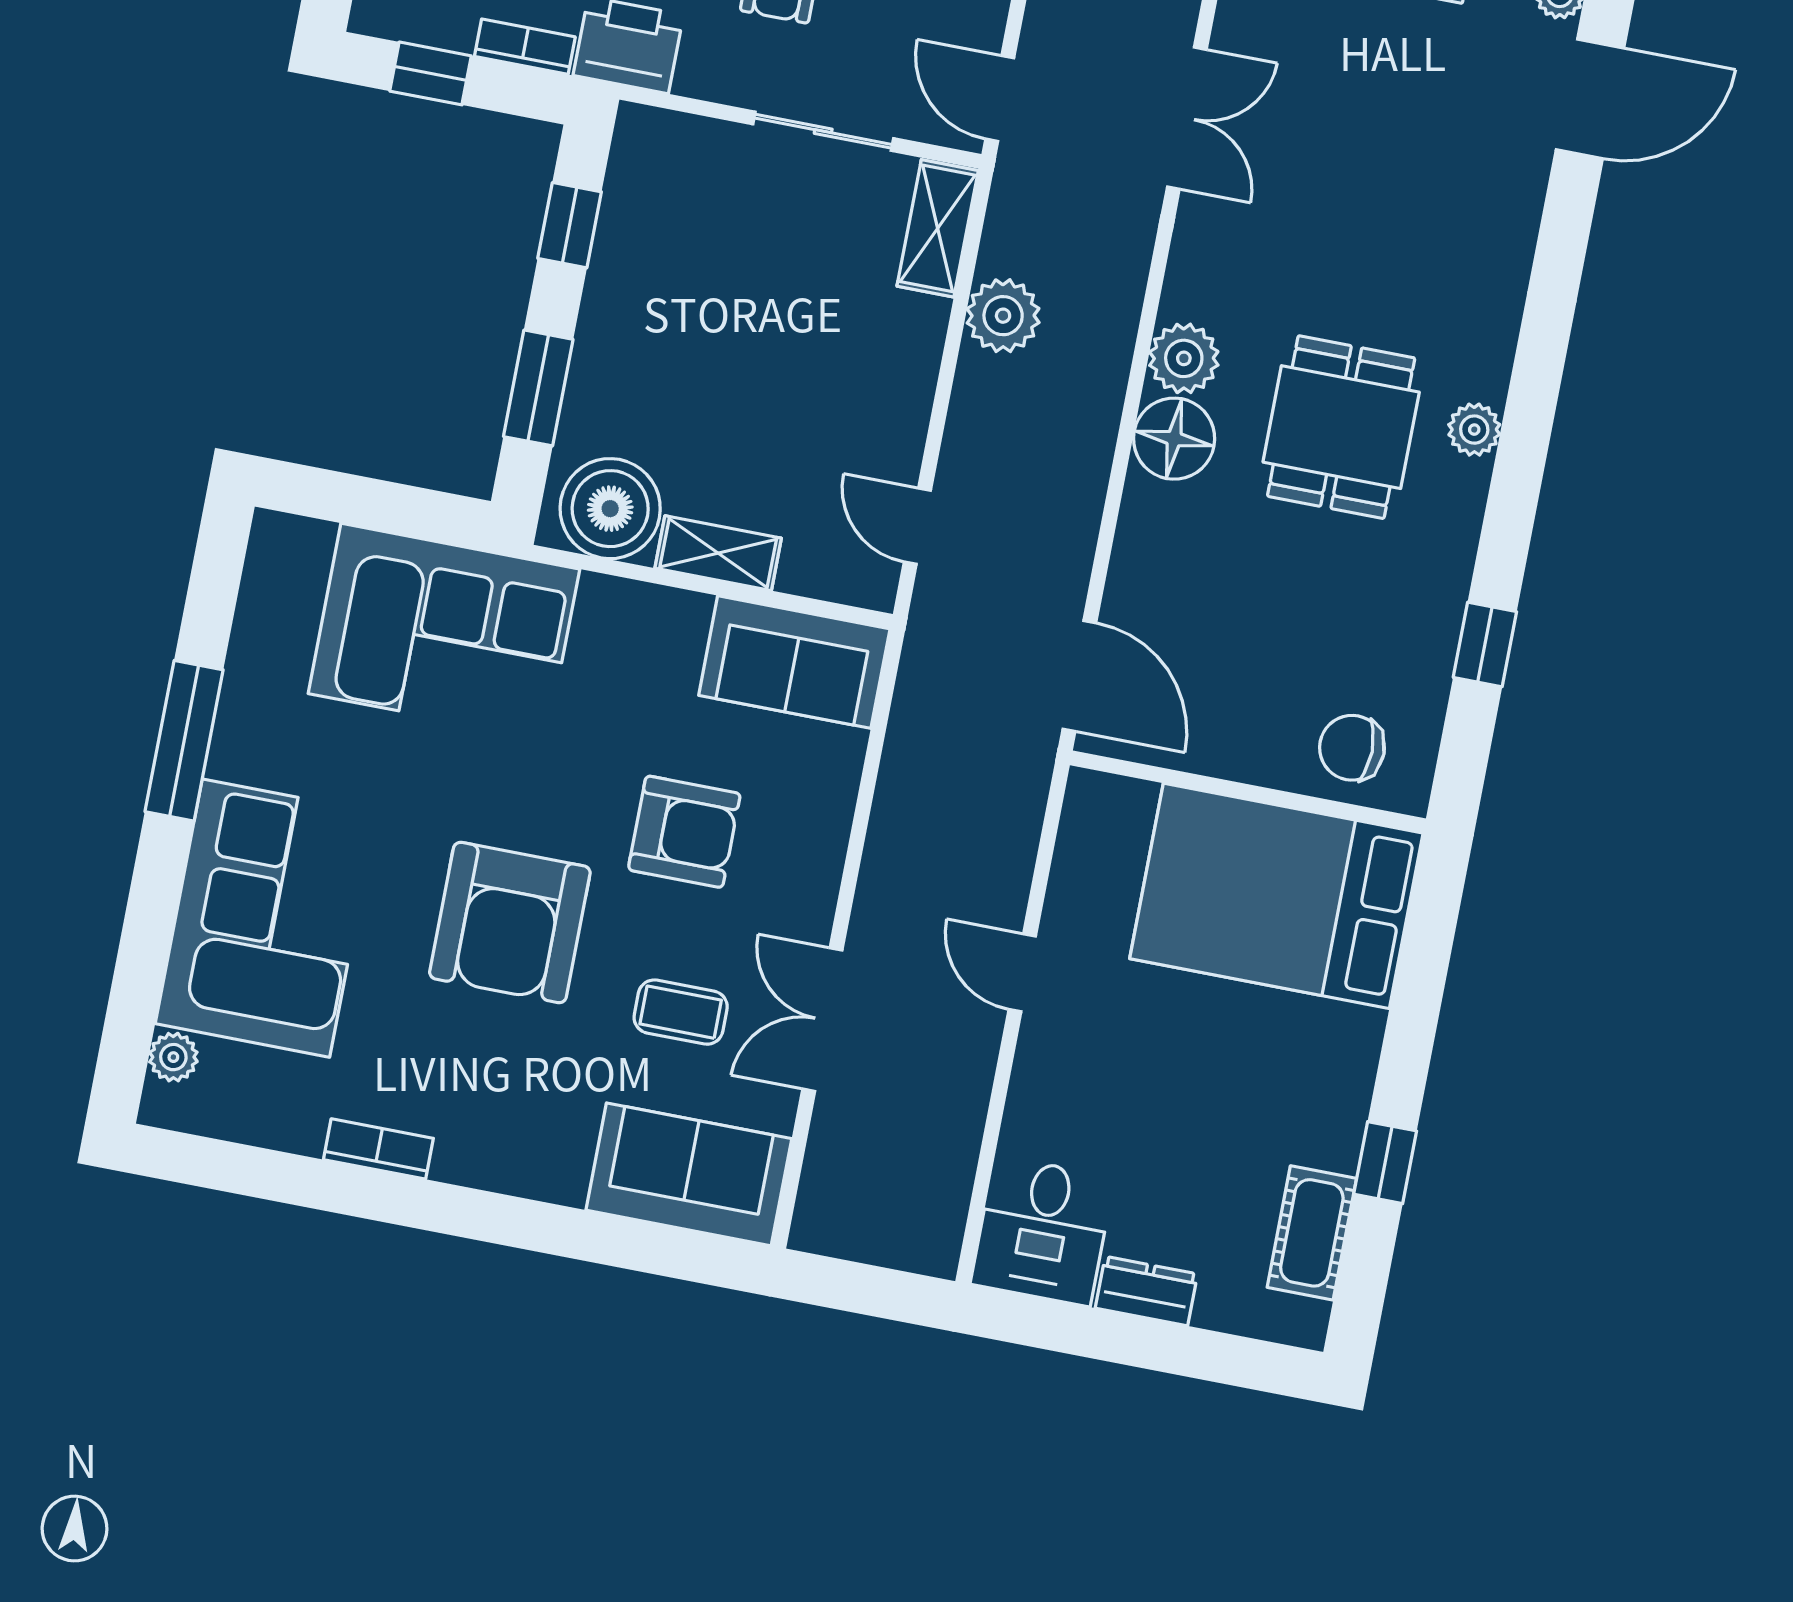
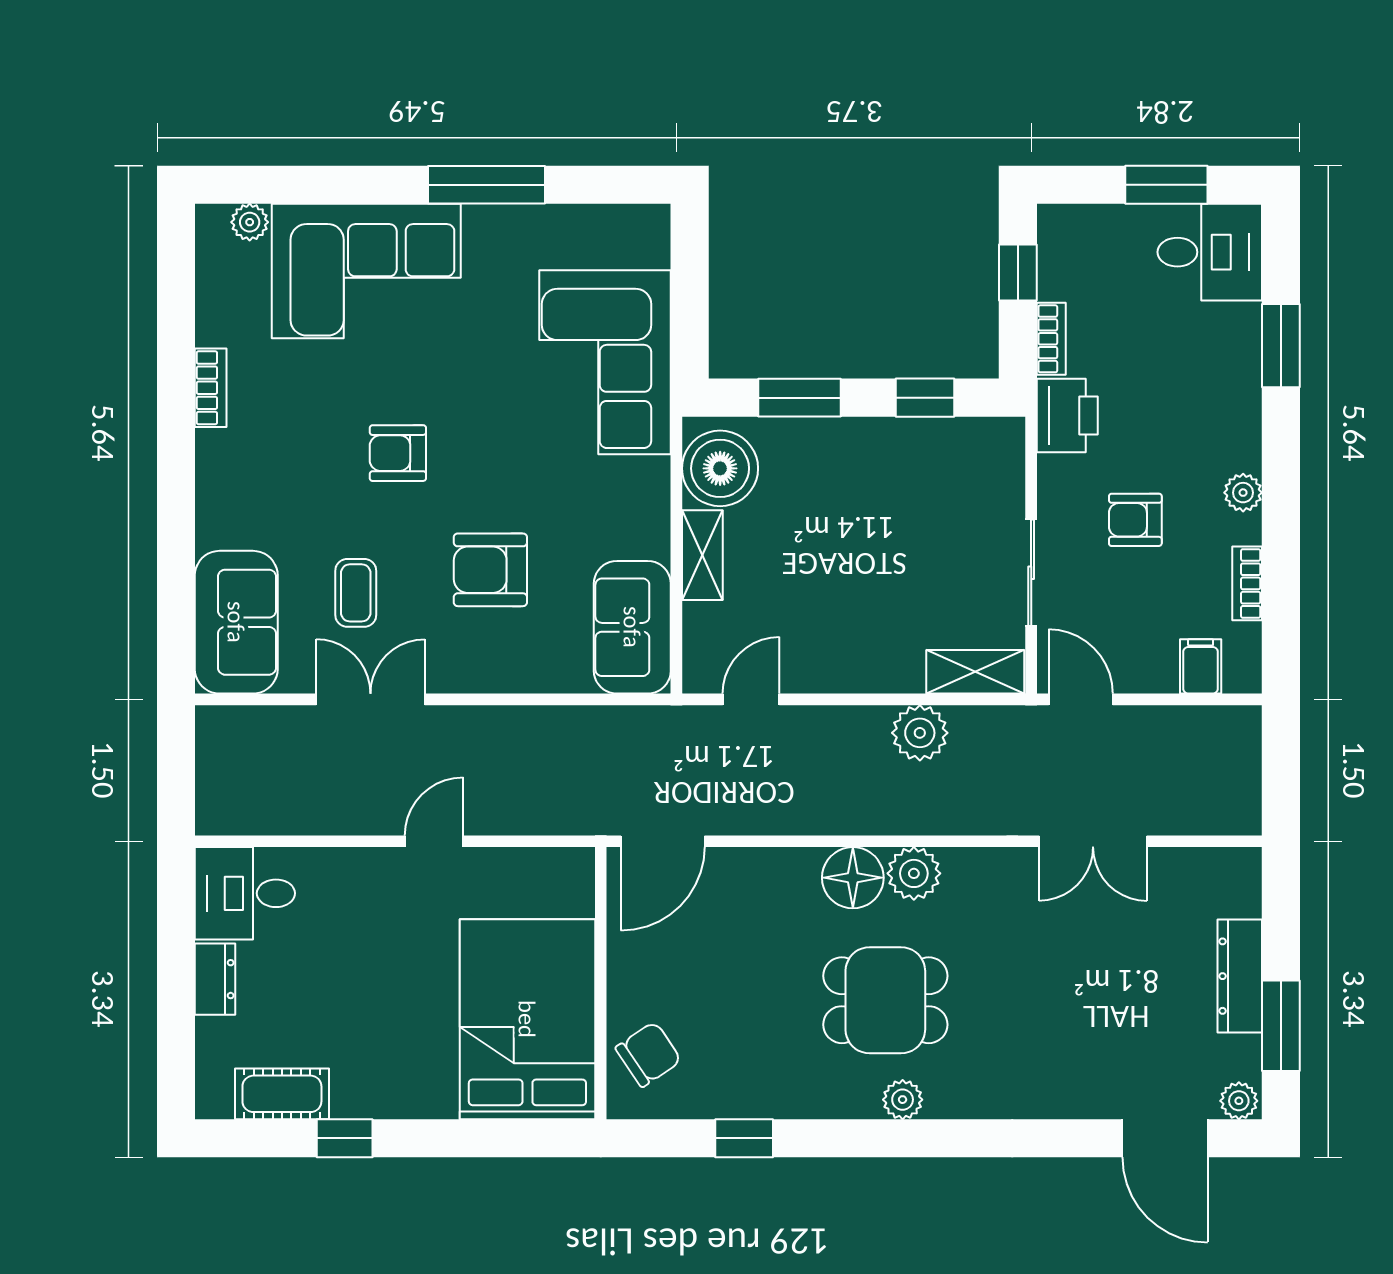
door: (1000, 98) -> (1081, 699), hinge flipped
chair: (1352, 748) -> (648, 1054), turned 56
armchair: (684, 832) -> (490, 570), turned 90
armchair: (510, 923) -> (398, 453), width x0.53, depth x0.53

